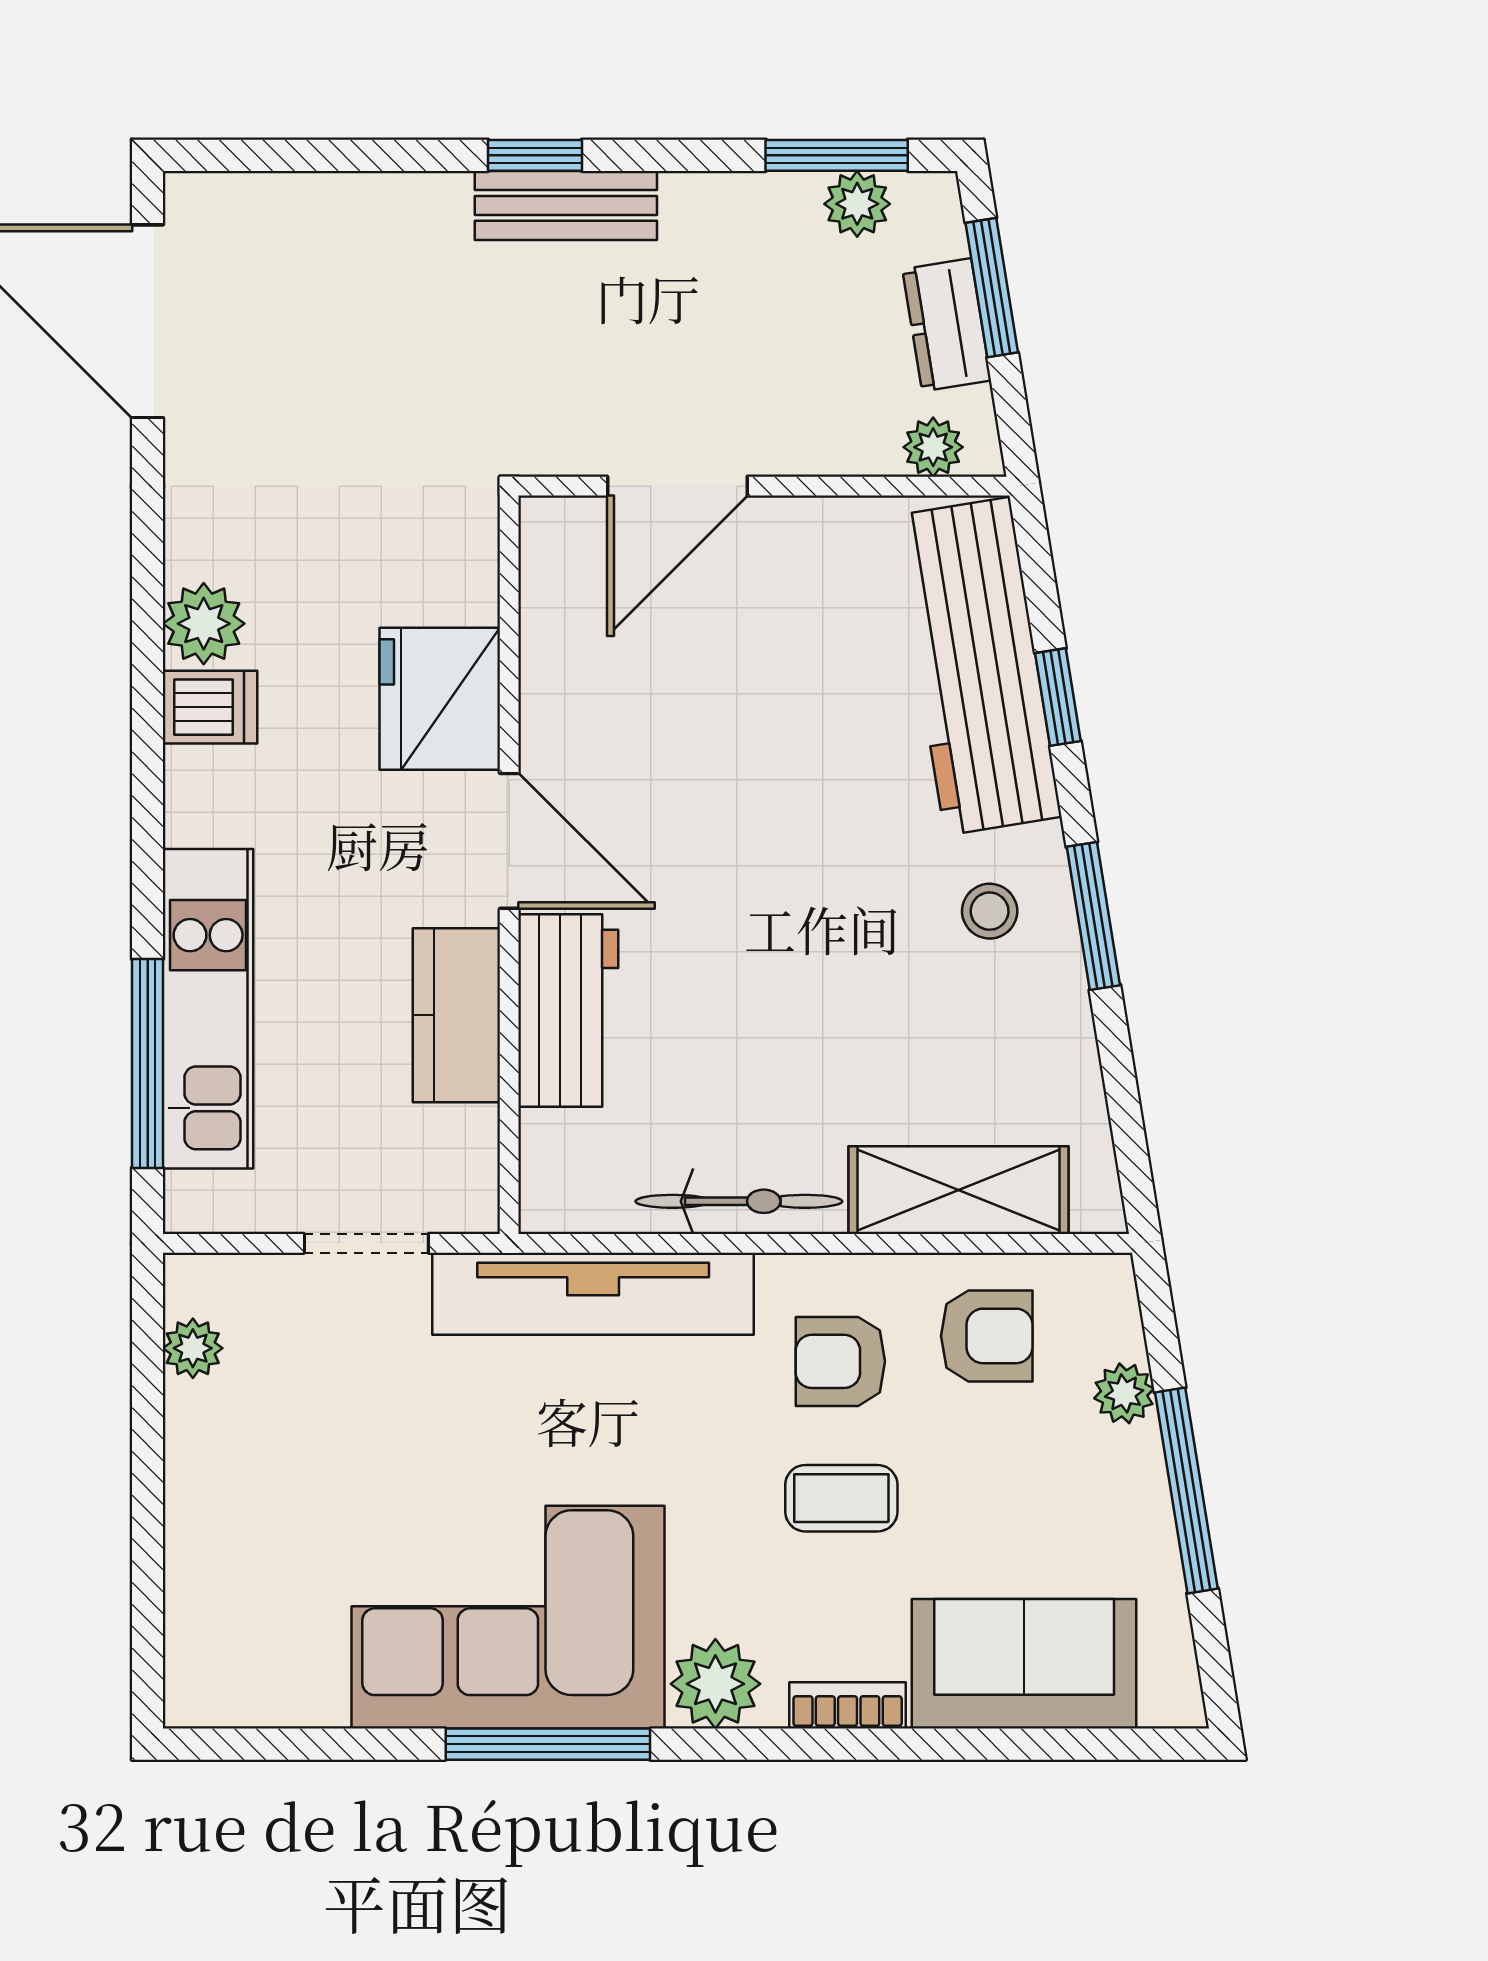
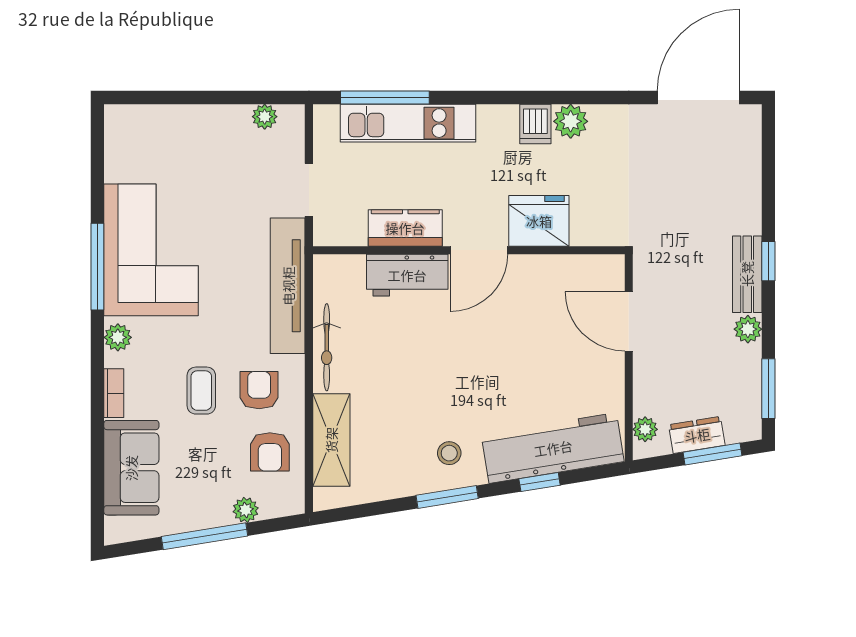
plant: (857, 204) -> (748, 329), moved
plant: (715, 1684) -> (118, 337), width x0.73, depth x0.73

